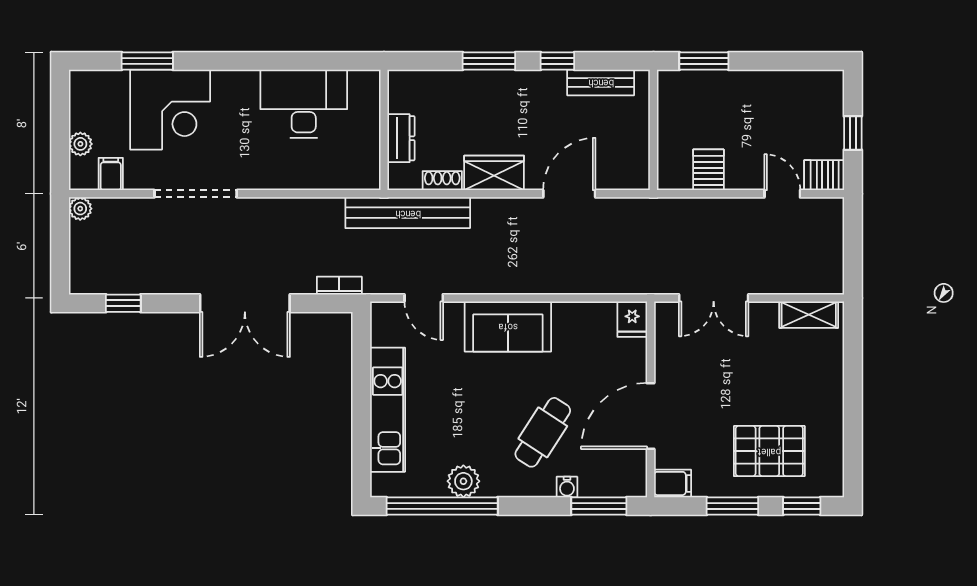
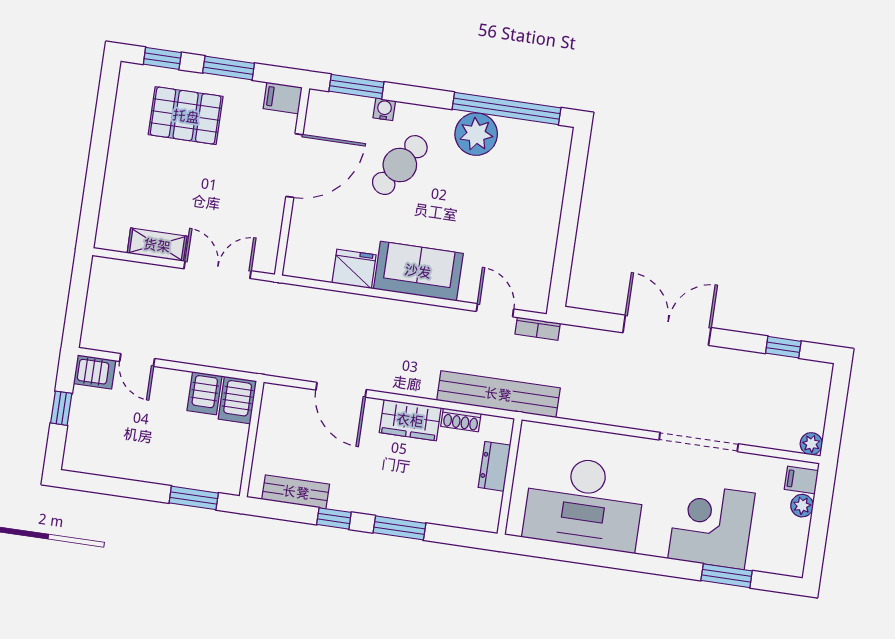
desk: (304, 104) -> (584, 503), width x1.36, depth x1.30
server rack: (674, 168) -> (237, 400), added
filing cabinet: (111, 174) -> (801, 480), moved, turned 90
door: (569, 194) -> (341, 390), hinge flipped
bookcase: (339, 286) -> (538, 329), moved
shelving: (809, 315) -> (157, 245), moved
fridge: (632, 319) -> (354, 269), moved, width x1.38
kitchen unit: (388, 410) -> (545, 208), removed
plant: (463, 481) -> (476, 134), width x1.36, depth x1.36

